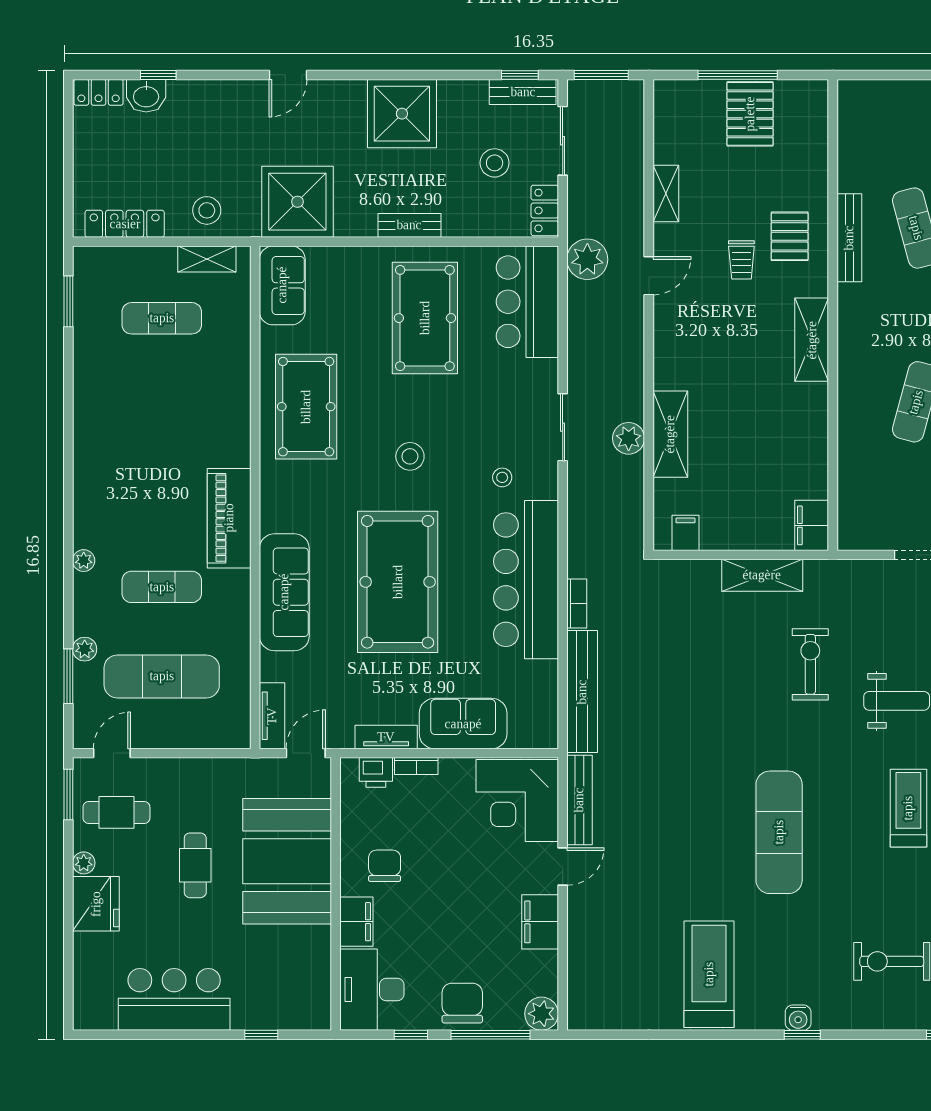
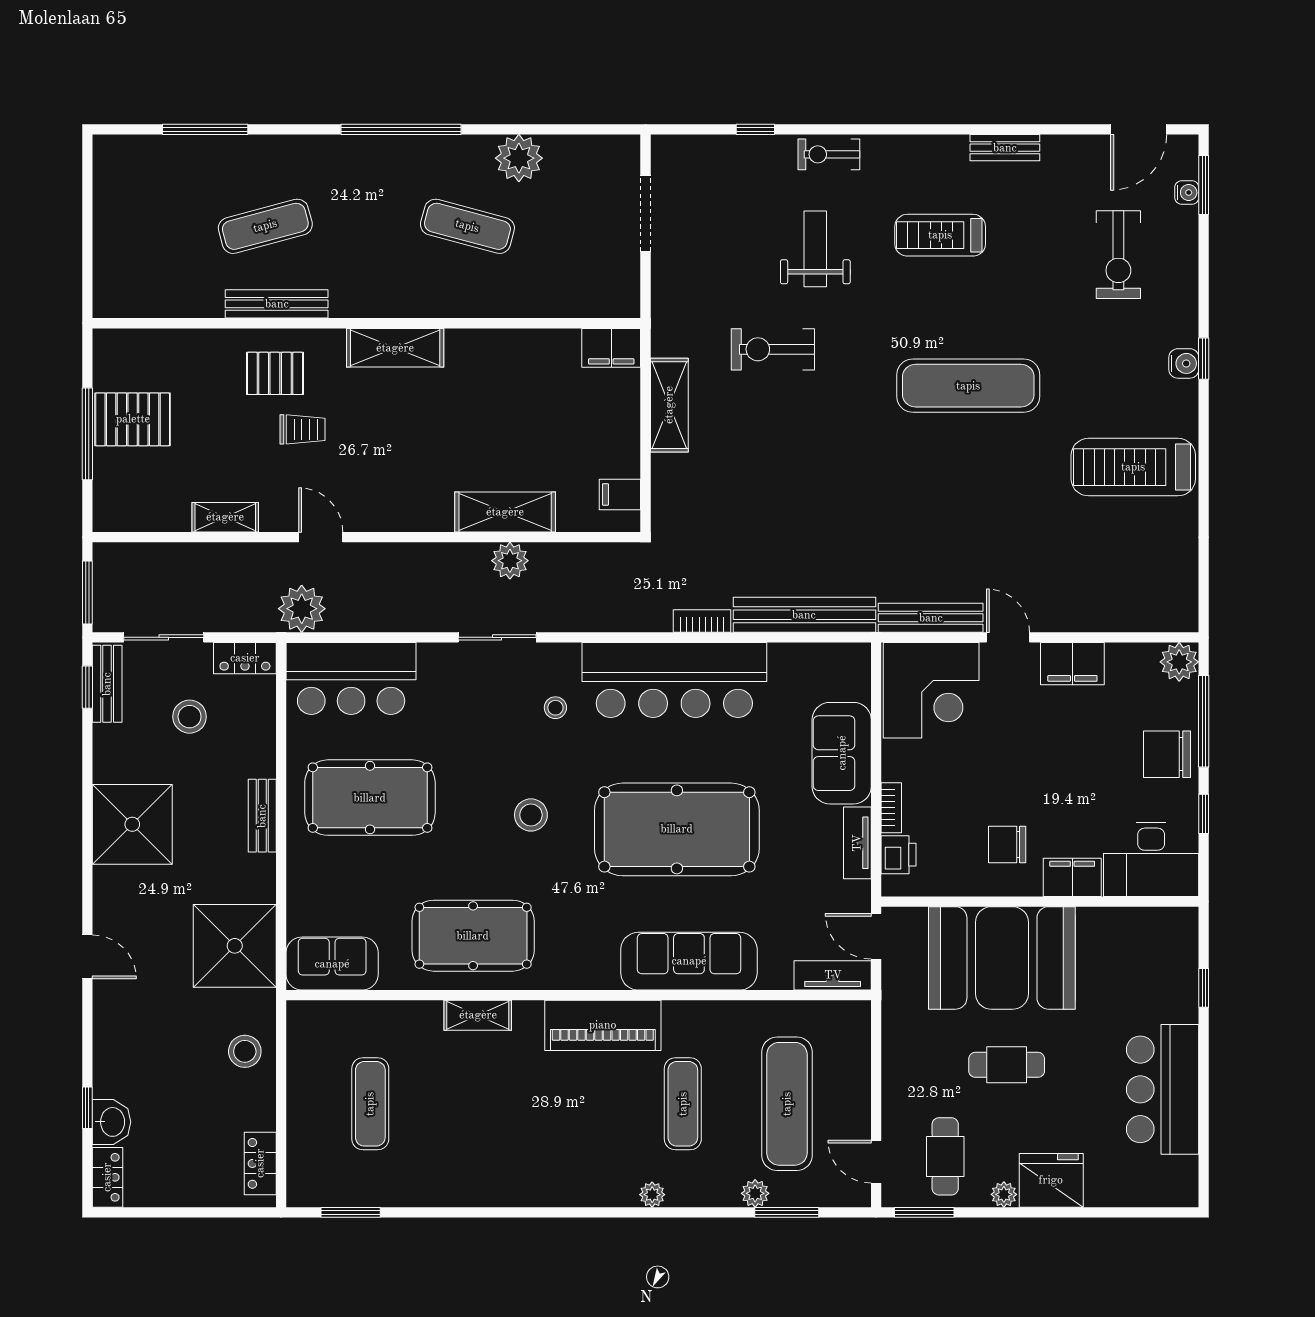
locker: (125, 224) -> (260, 1163), width x0.66
shelving: (207, 259) -> (478, 1015), moved, turned 90

